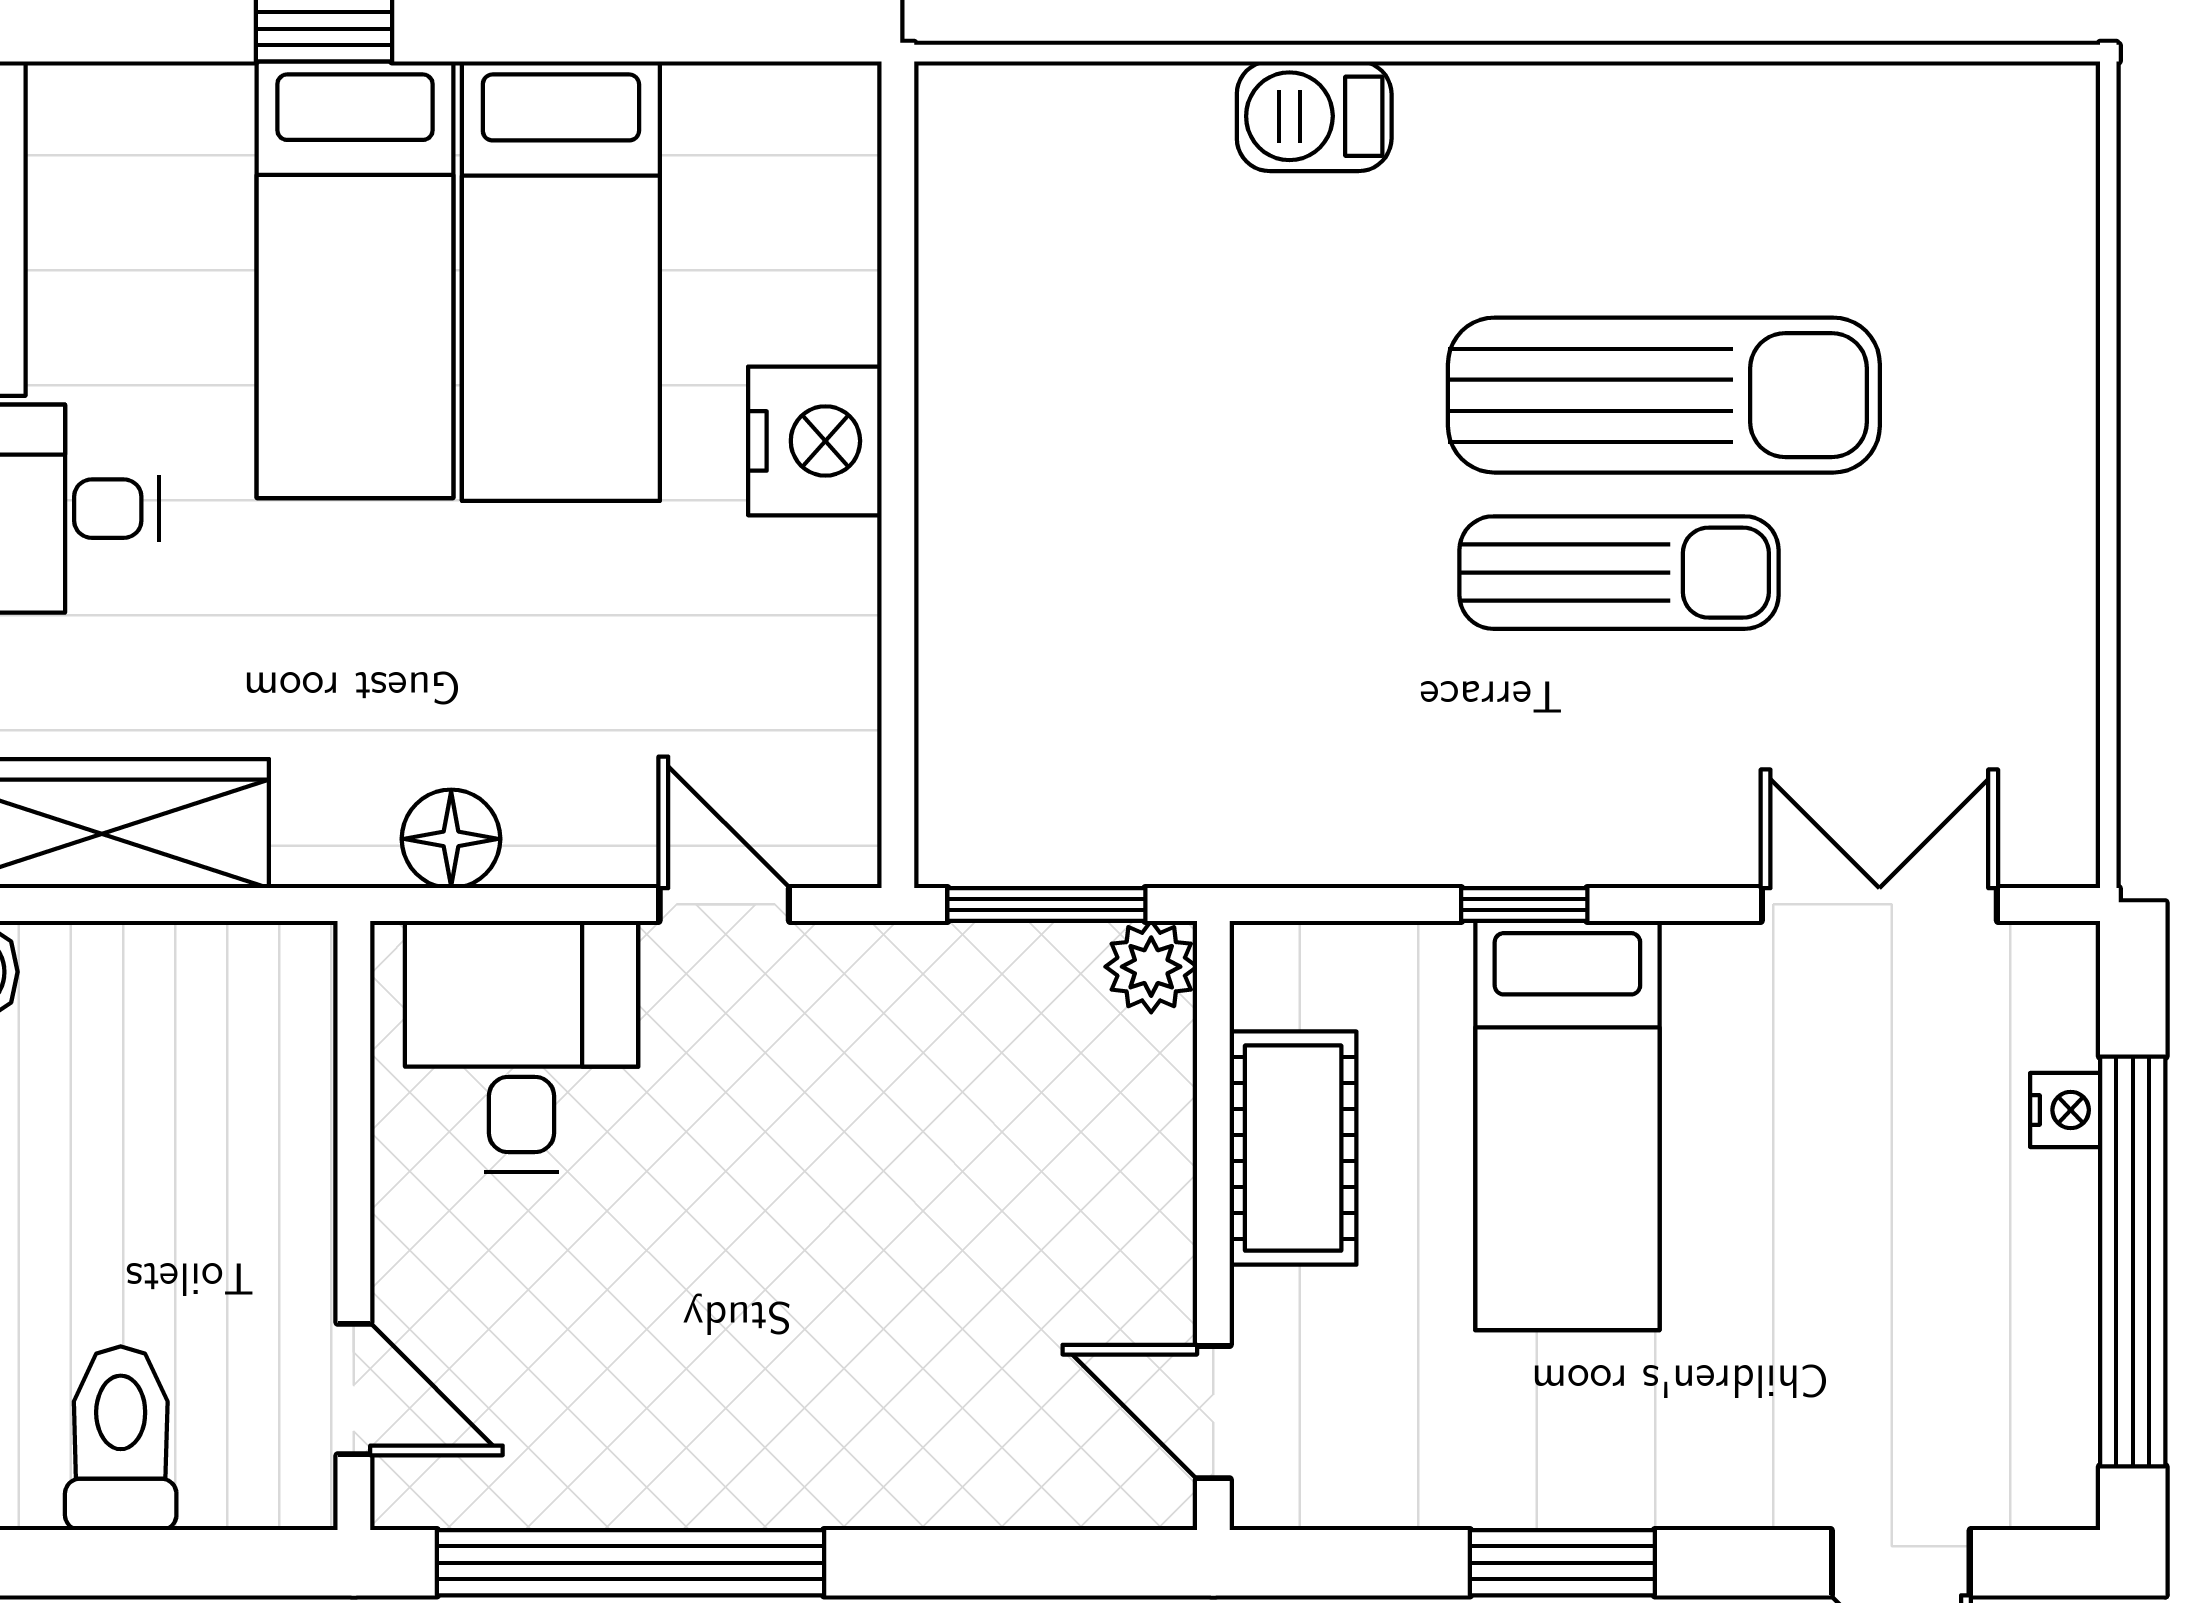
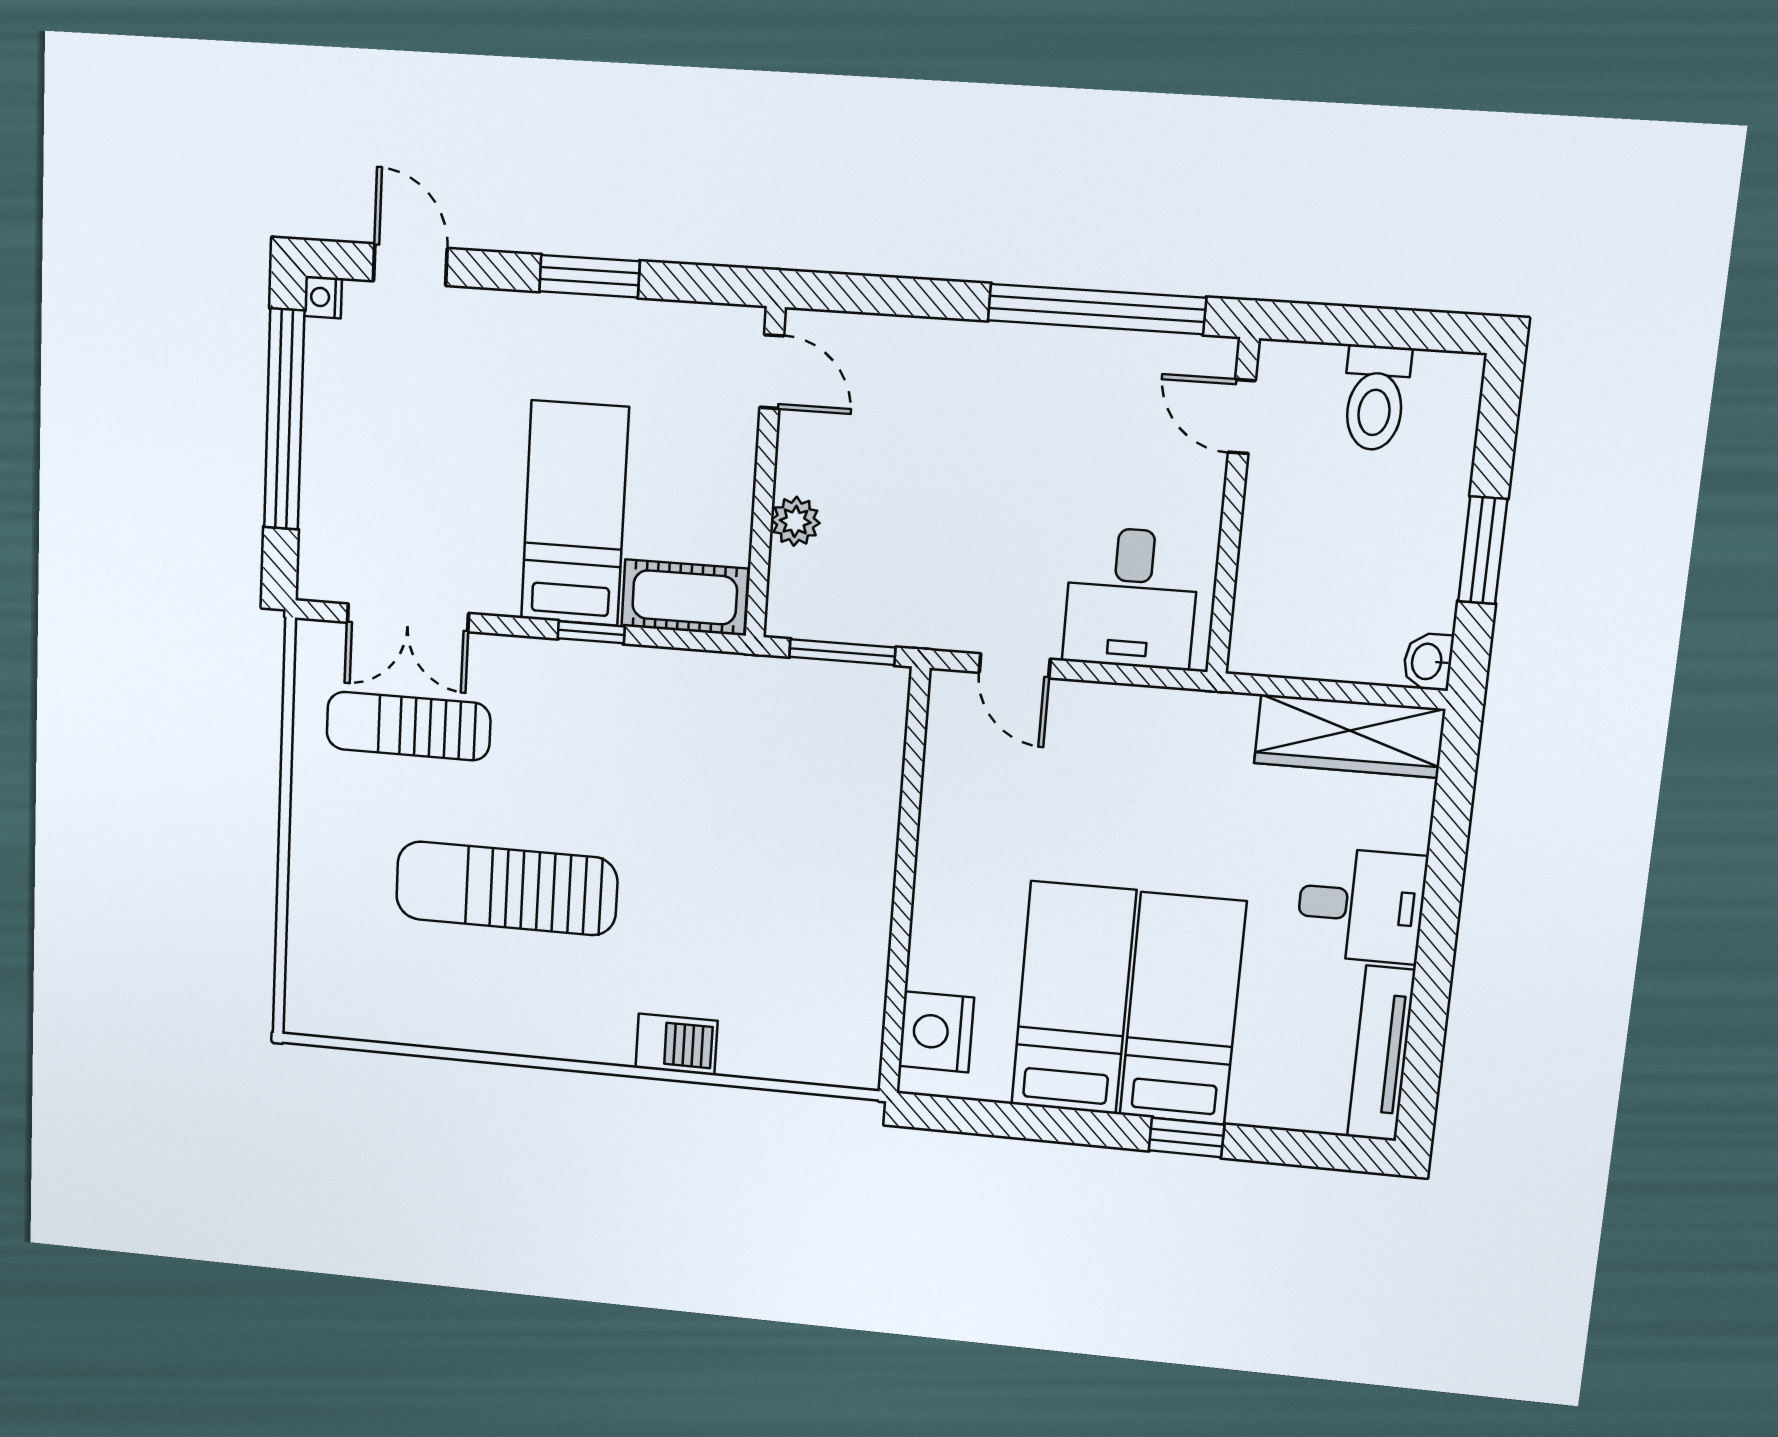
nightstand: (815, 441) -> (936, 1032), moved
sun lounger: (1619, 573) -> (408, 726), moved
floor lamp: (451, 839) -> (1159, 713), removed
plant: (1151, 967) -> (795, 521), moved
nightstand: (2065, 1110) -> (323, 297), moved
cot: (1293, 1148) -> (685, 597), moved, turned 90

